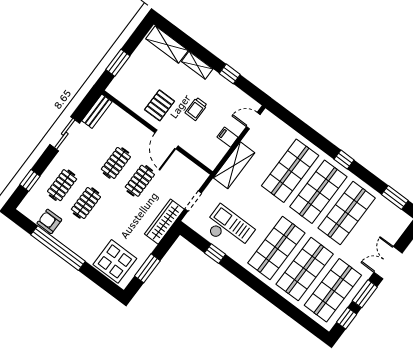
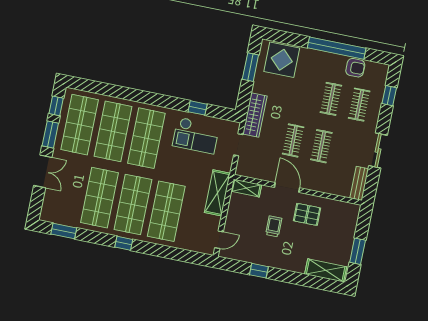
window: (118, 63) -> (358, 251), moved
shelving: (197, 65) -> (246, 188), moved
pallet: (160, 105) -> (307, 214), turned 90
filing cabinet: (228, 137) -> (235, 215), removed

